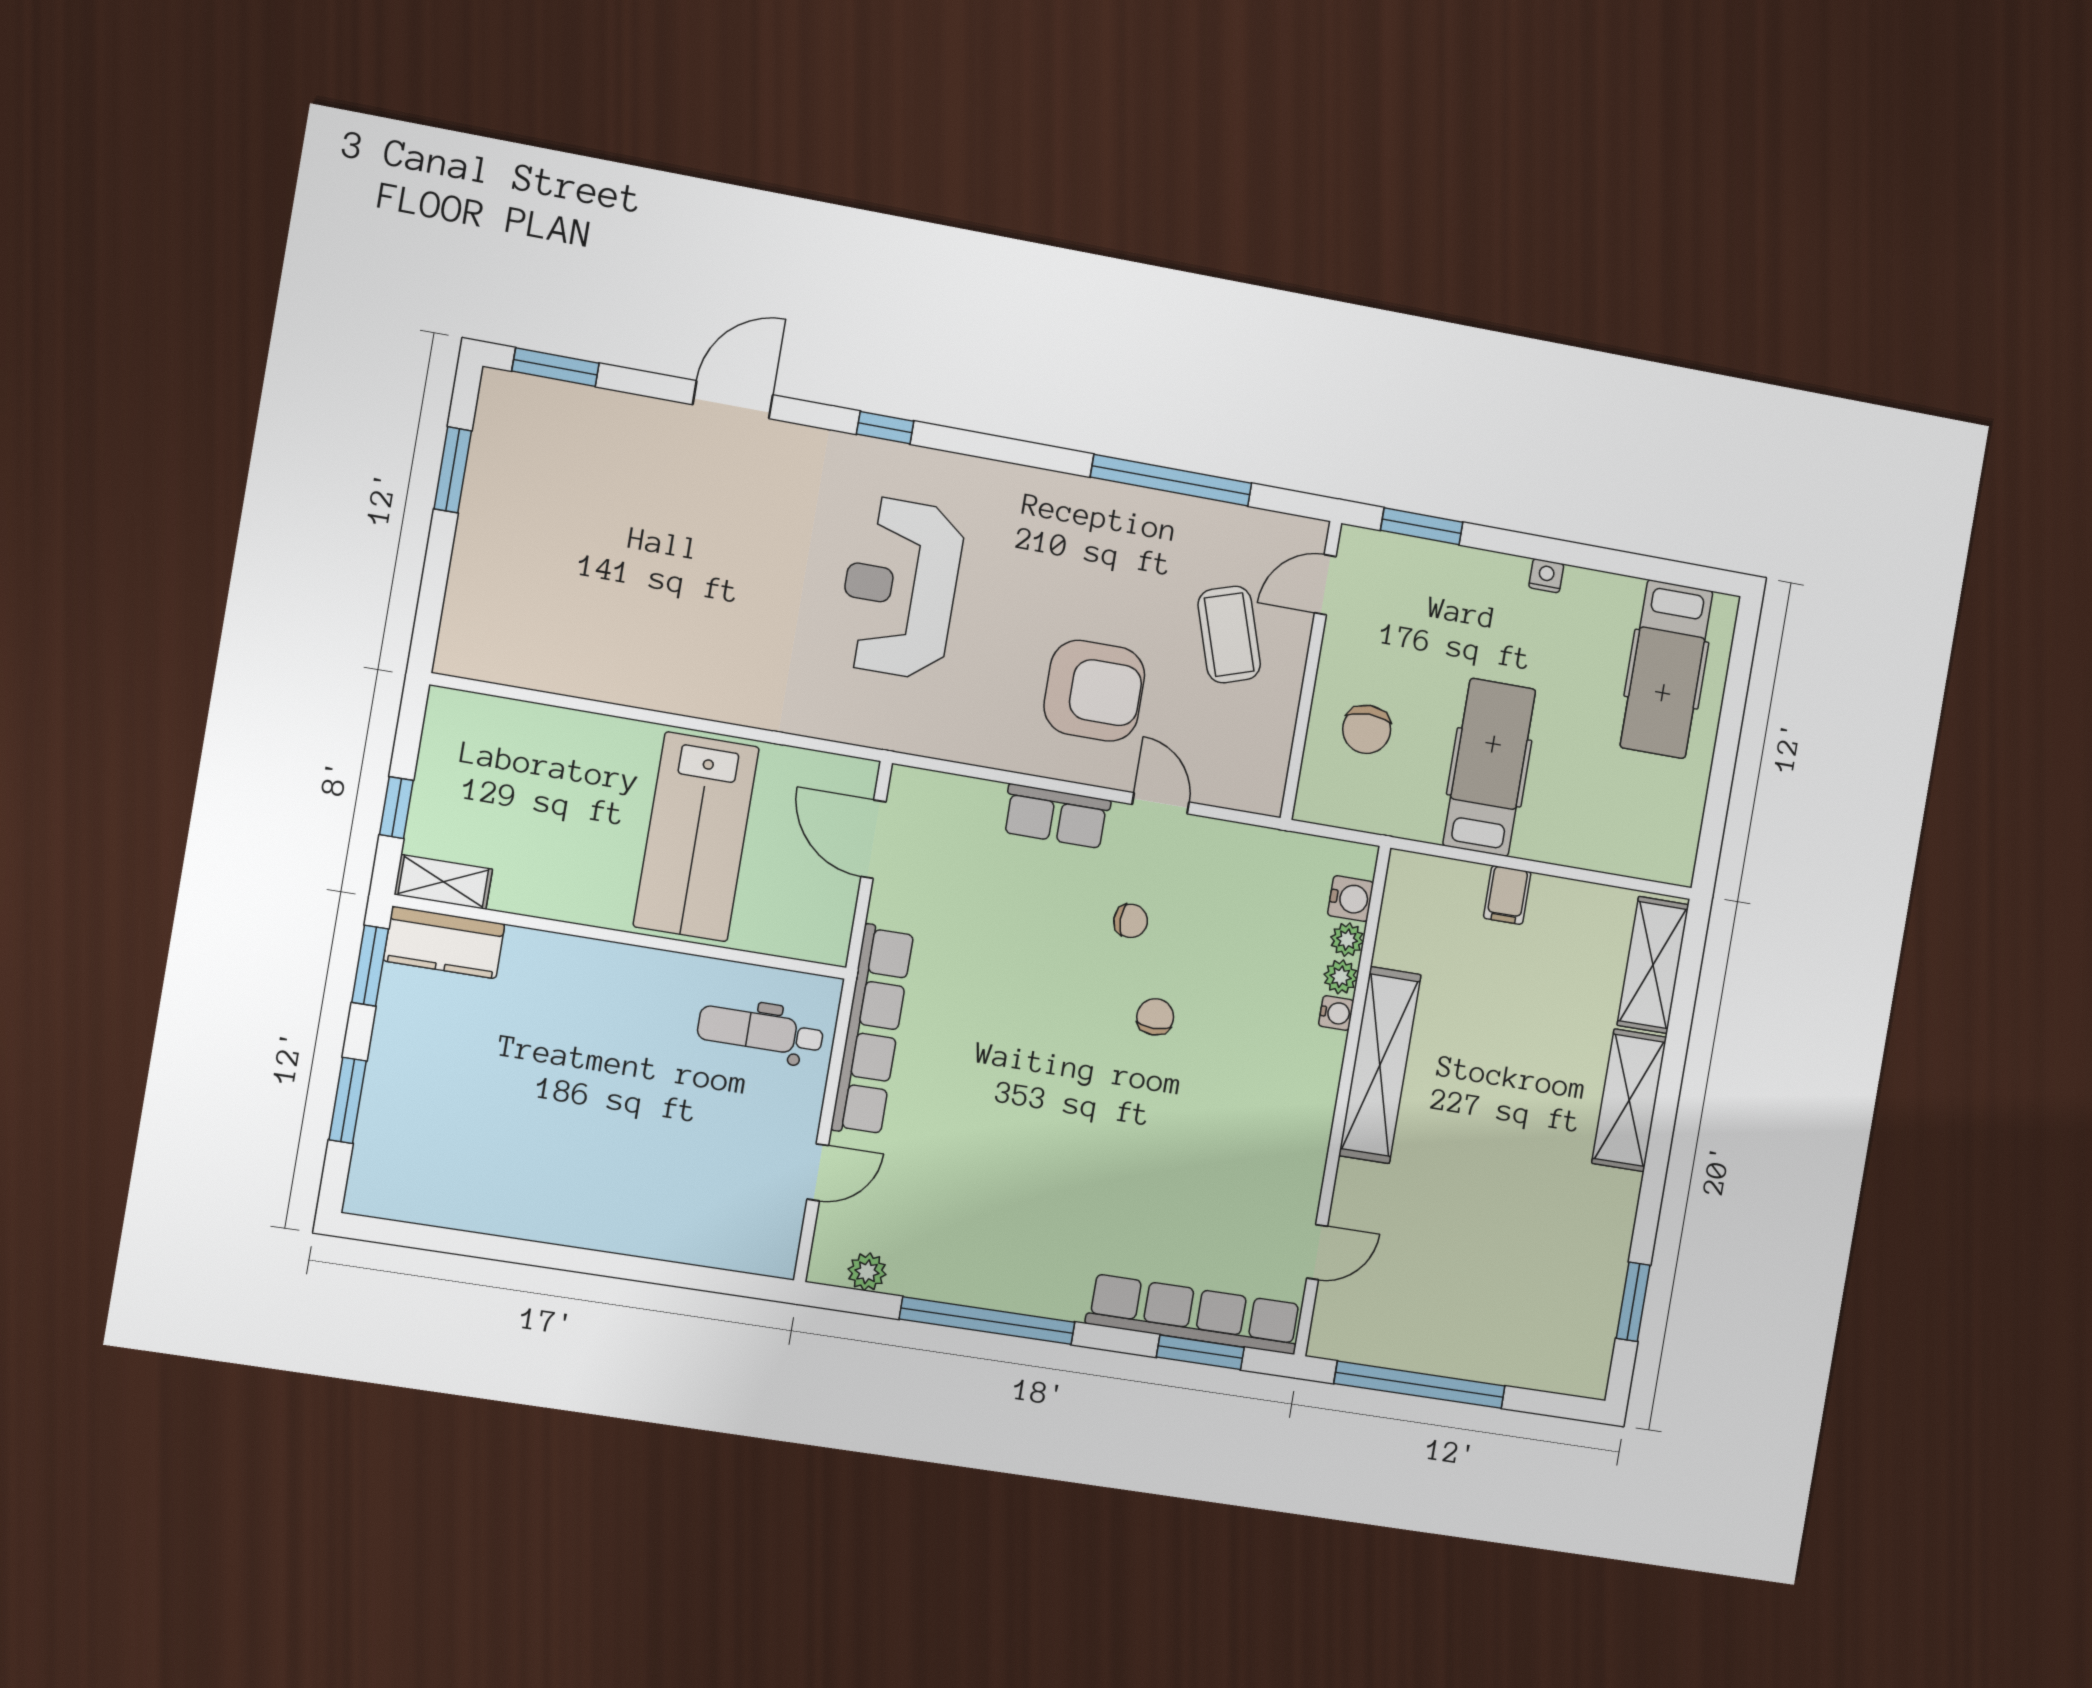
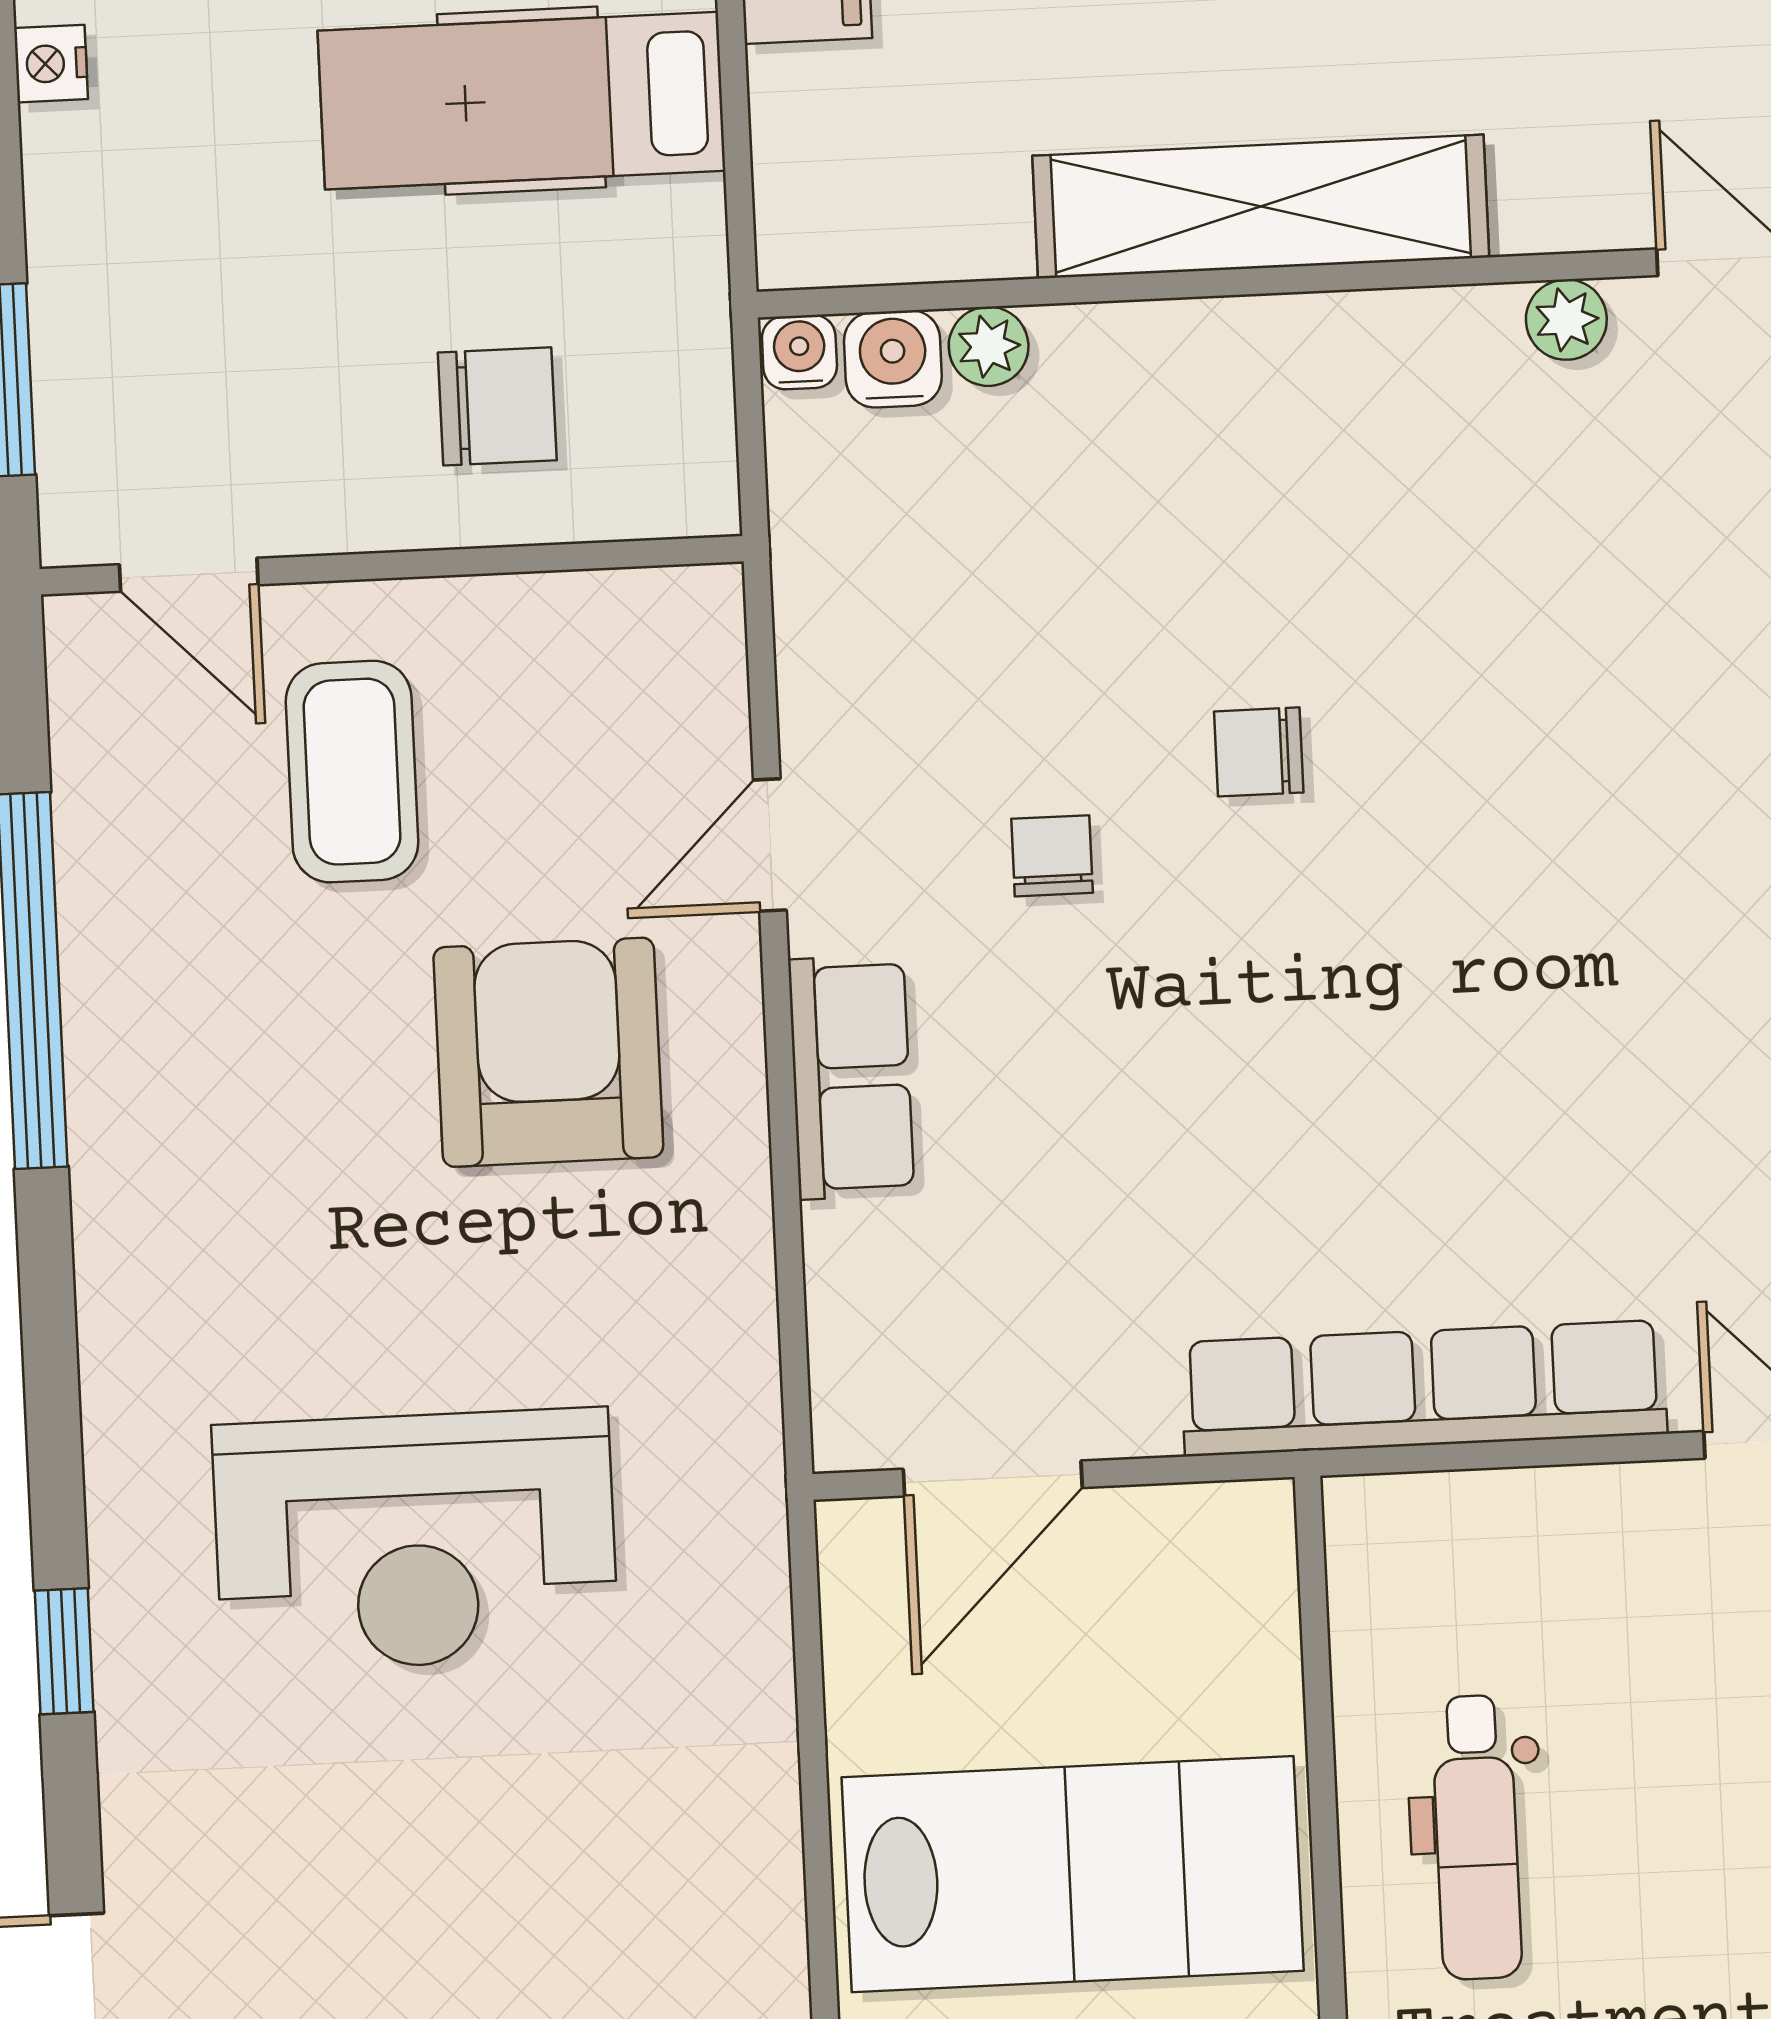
coffee table: (1229, 635) -> (352, 772), turned -72
plant: (1341, 977) -> (1566, 320), moved
water cooler: (1336, 1013) -> (799, 352), moved
dental chair: (760, 1031) -> (1477, 1837), moved

